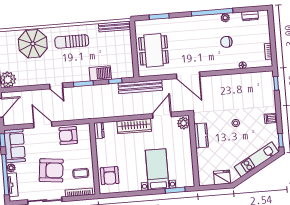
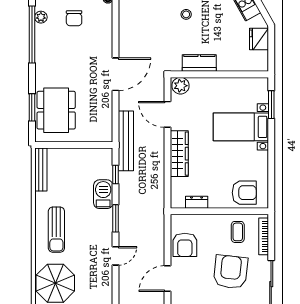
dining table: (154, 50) -> (56, 110), moved, turned 90
dresser: (99, 131) -> (197, 202), moved

